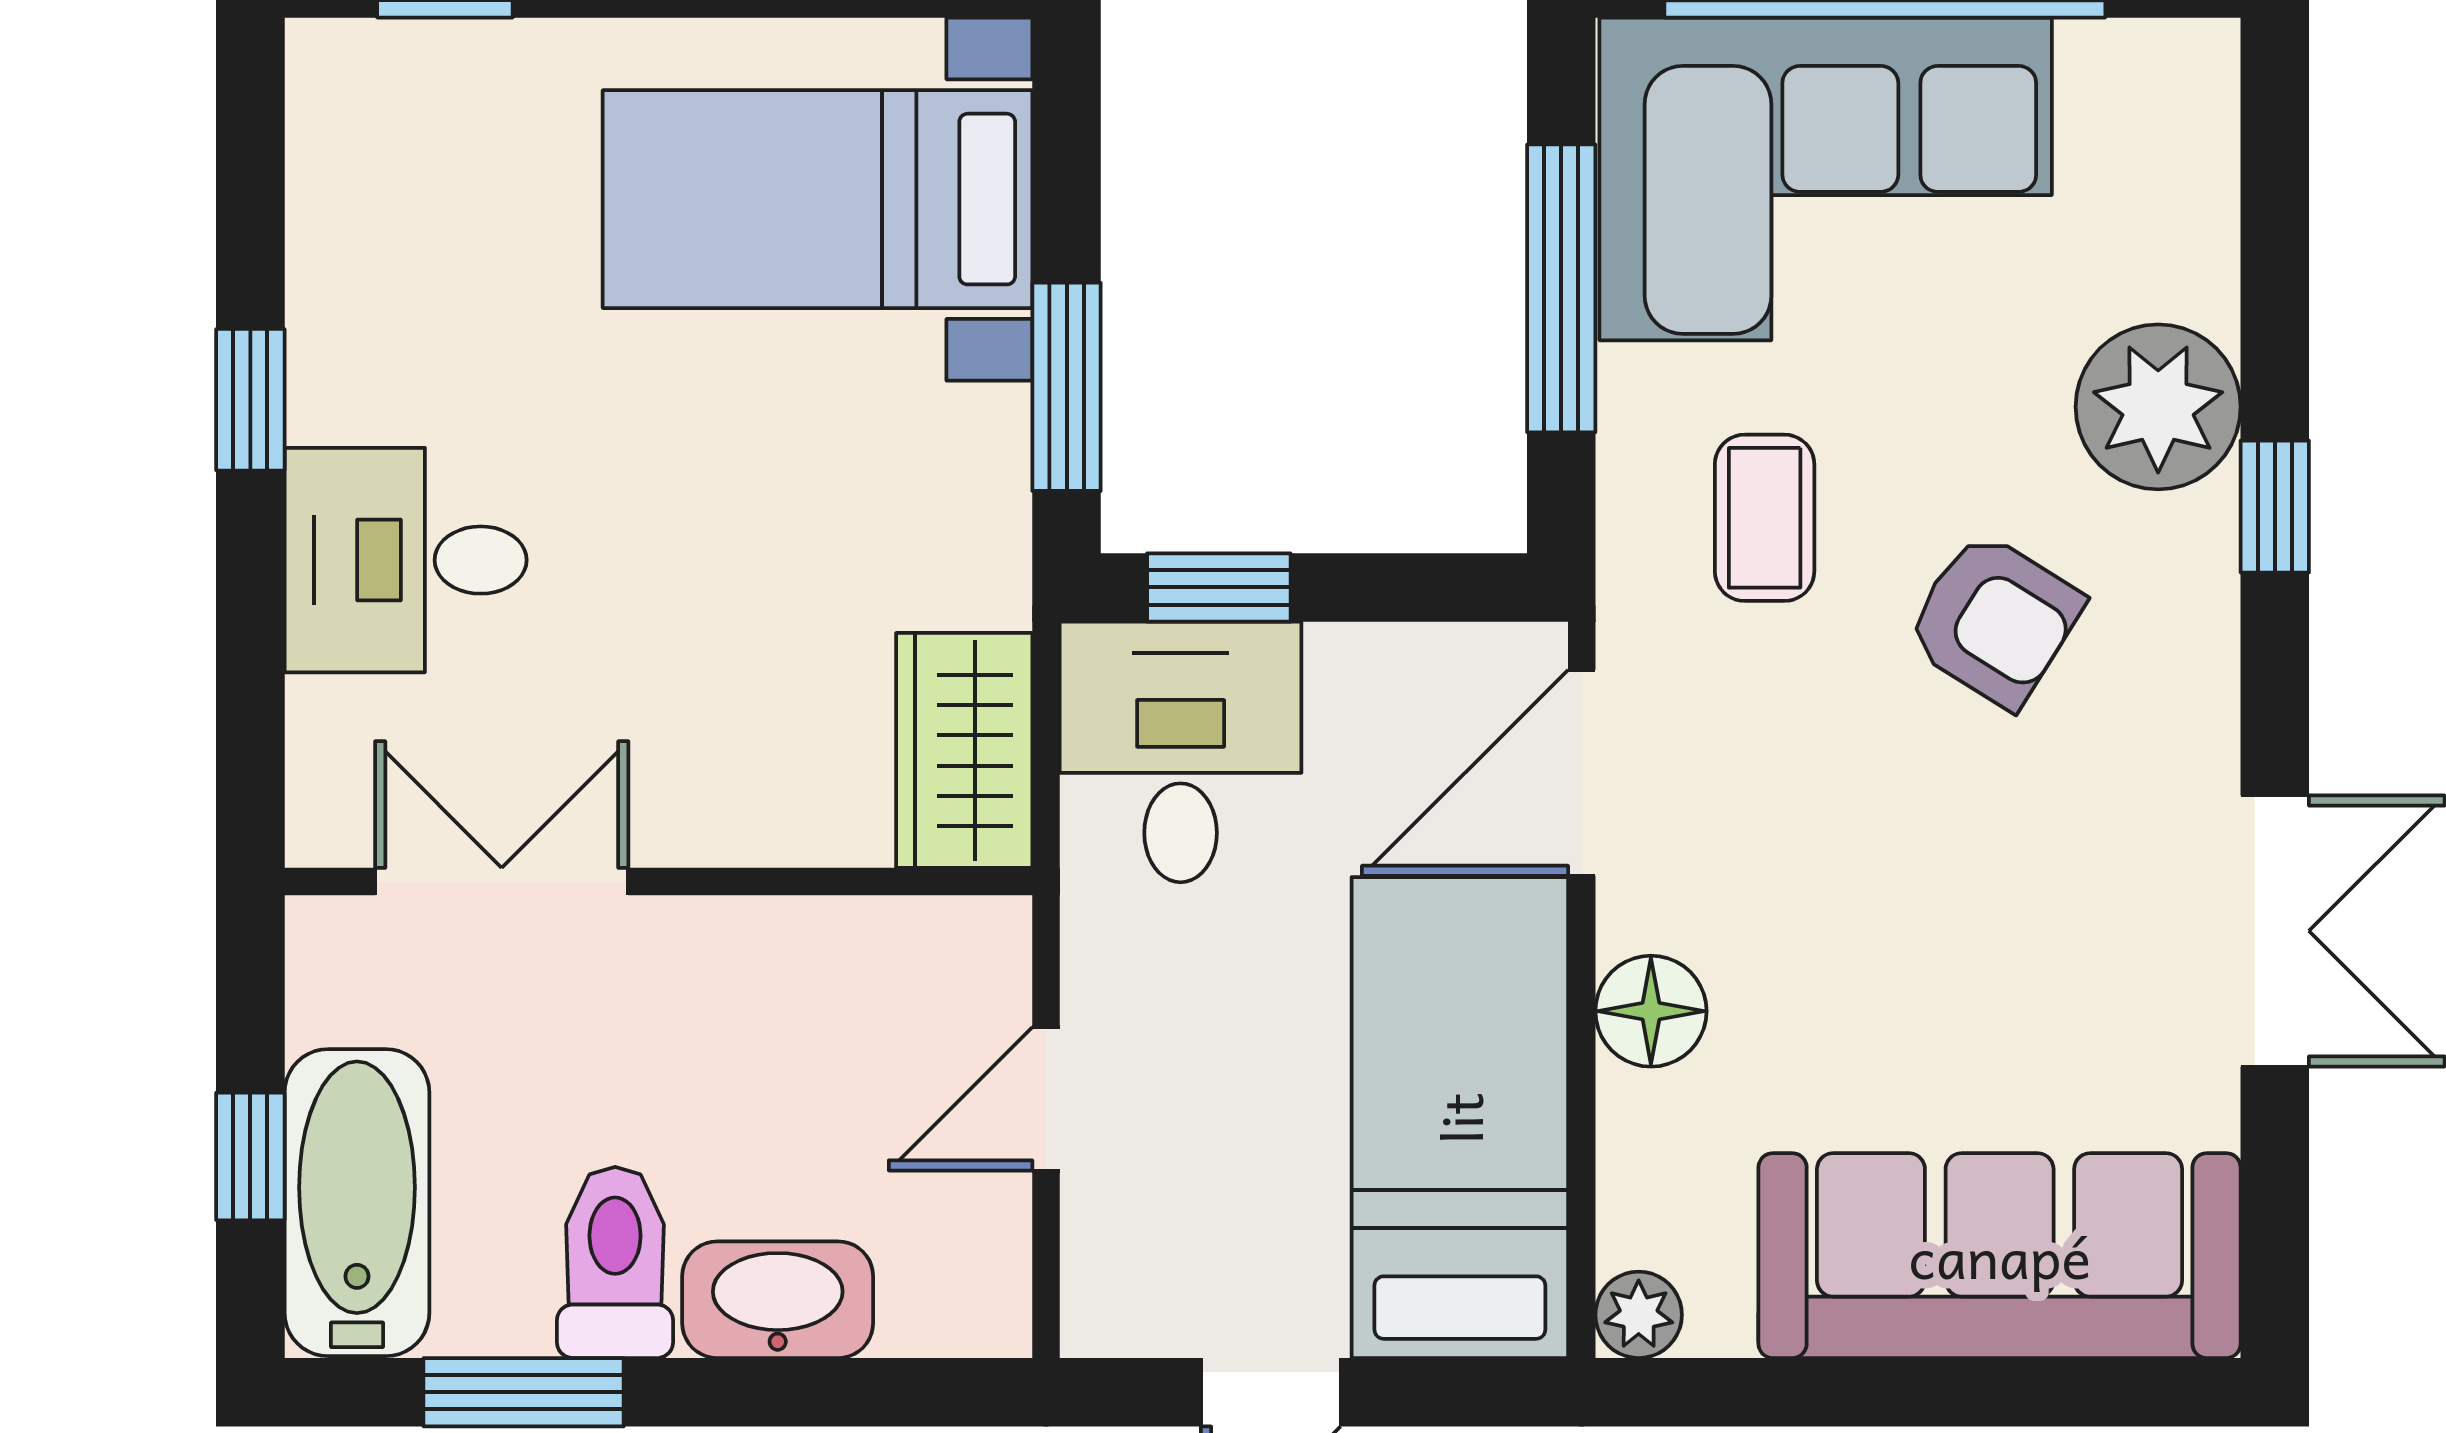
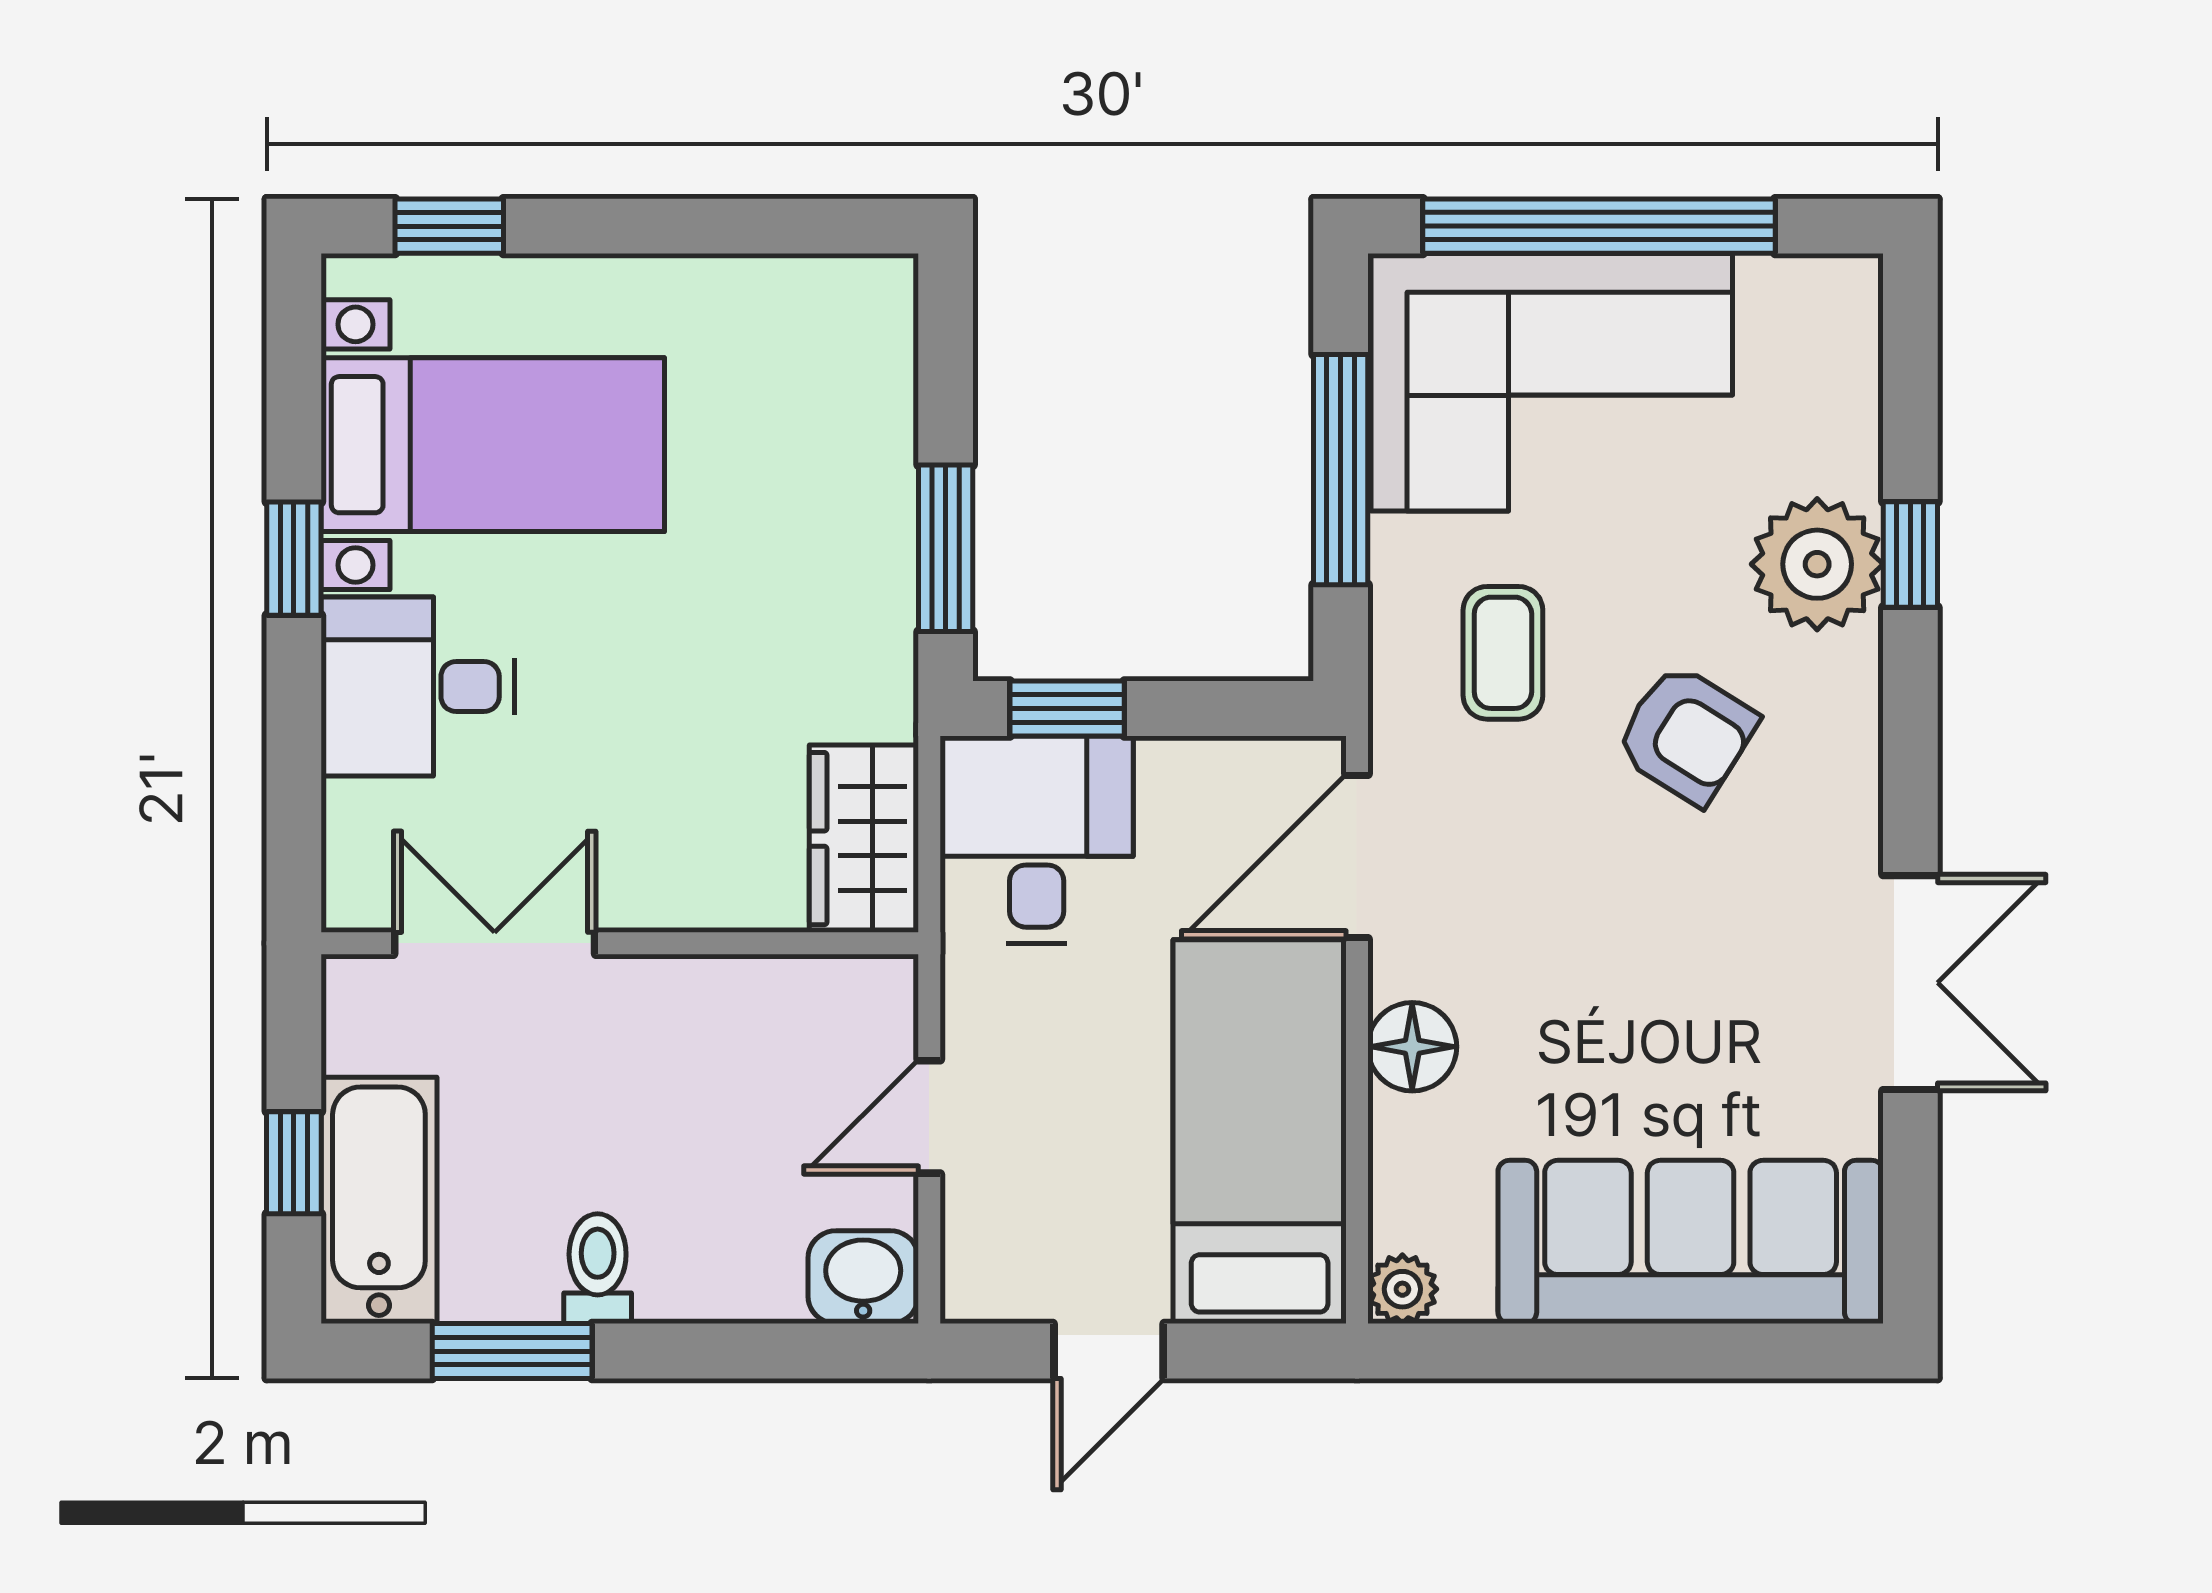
bed with nightstands: (817, 199) -> (493, 445), moved, turned 180
window: (2275, 507) -> (1910, 554), moved
toilet: (615, 1262) -> (598, 1269), width x0.73, depth x0.72
washbasin: (778, 1300) -> (863, 1277), moved, width x0.72

